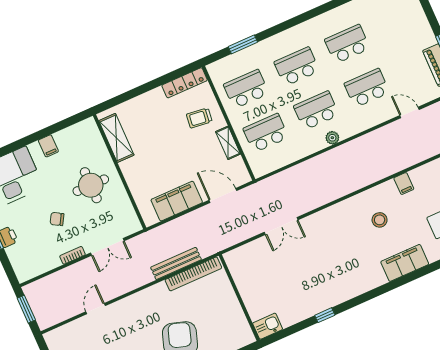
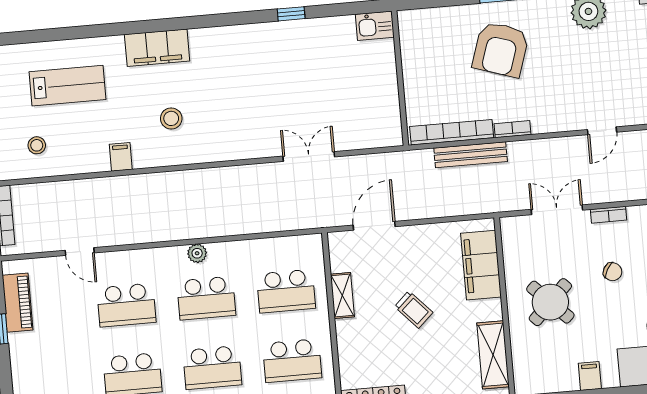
trolley: (199, 118) -> (414, 310), moved, turned 40
round table: (91, 185) -> (550, 302), turned 45
door: (223, 195) -> (374, 226), swing flipped
filing cabinet: (177, 201) -> (481, 265), moved, turned 90
bookcase: (154, 290) -> (513, 129), added

